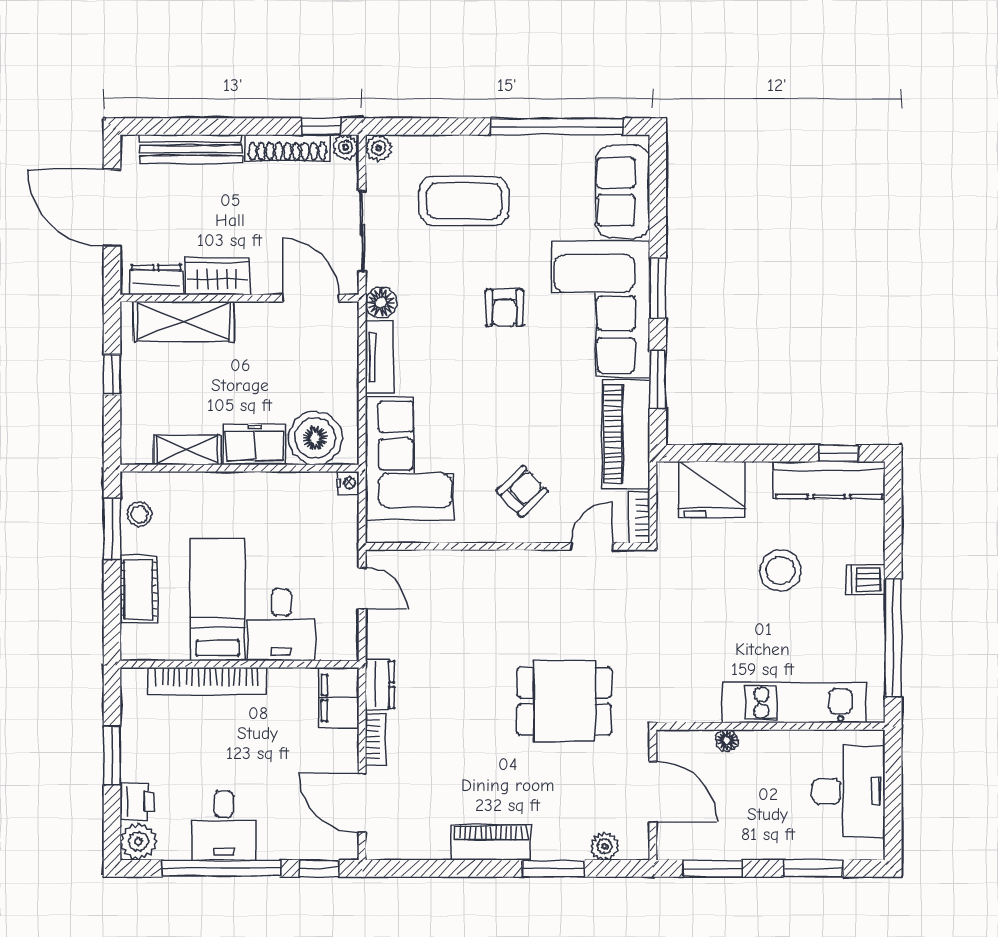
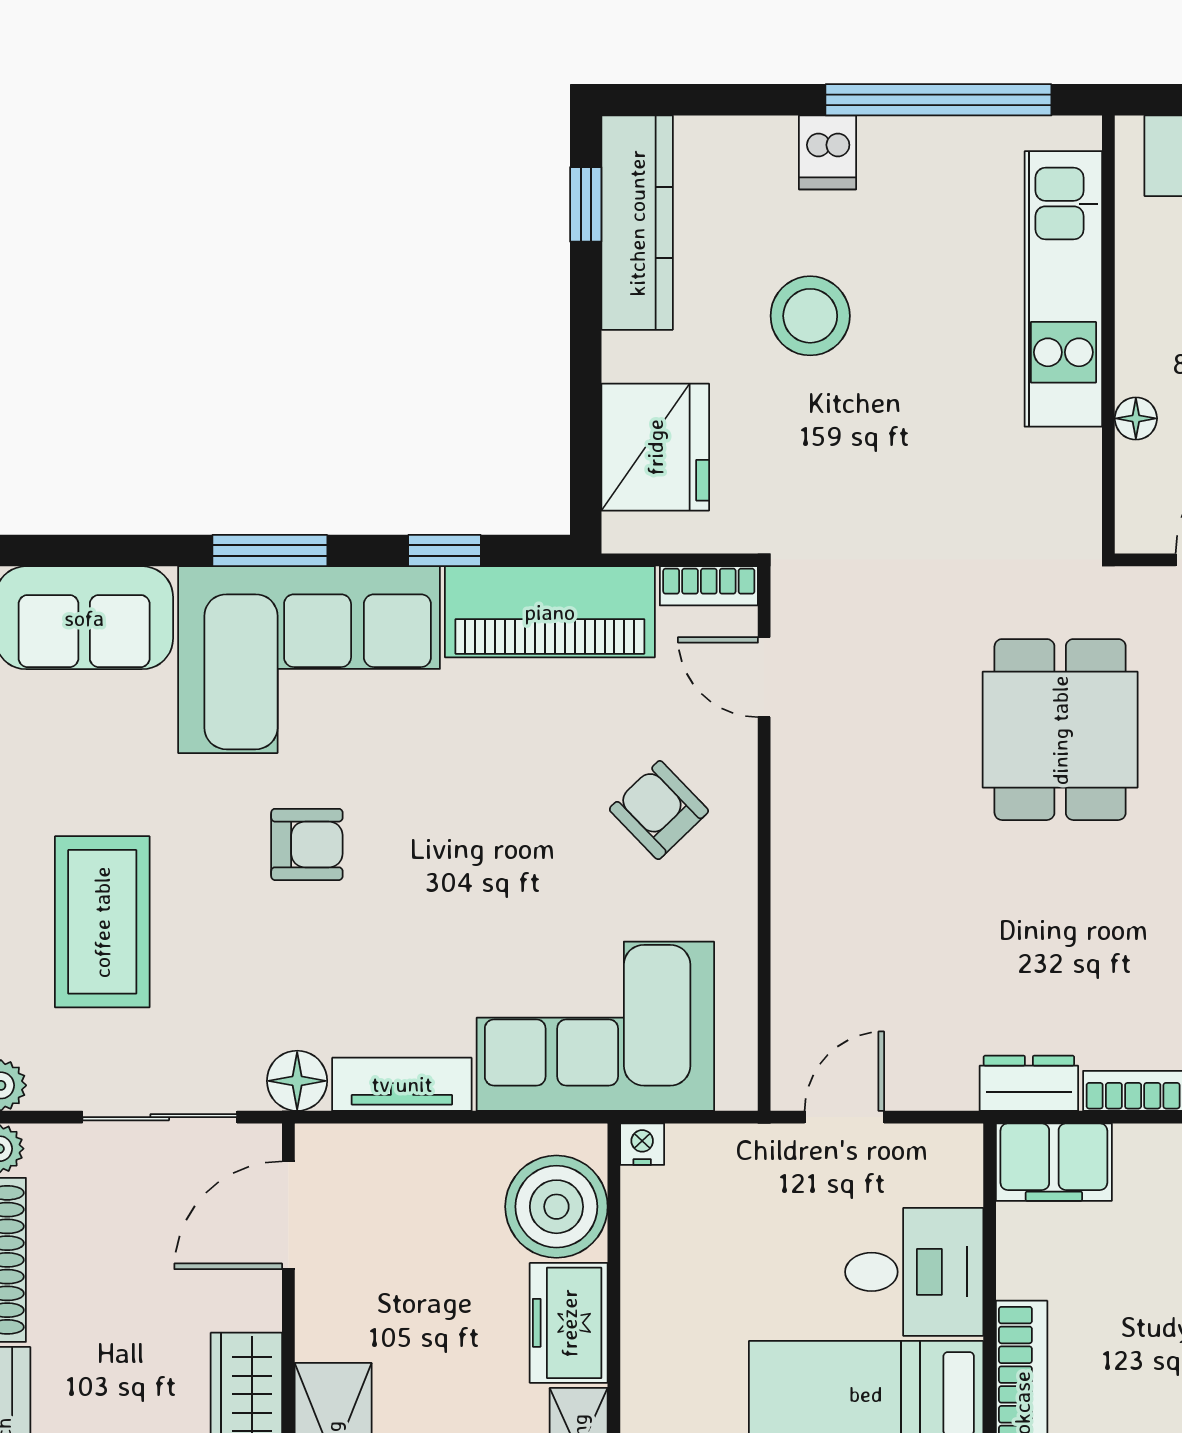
window: (658, 380) -> (445, 551), width x0.67

